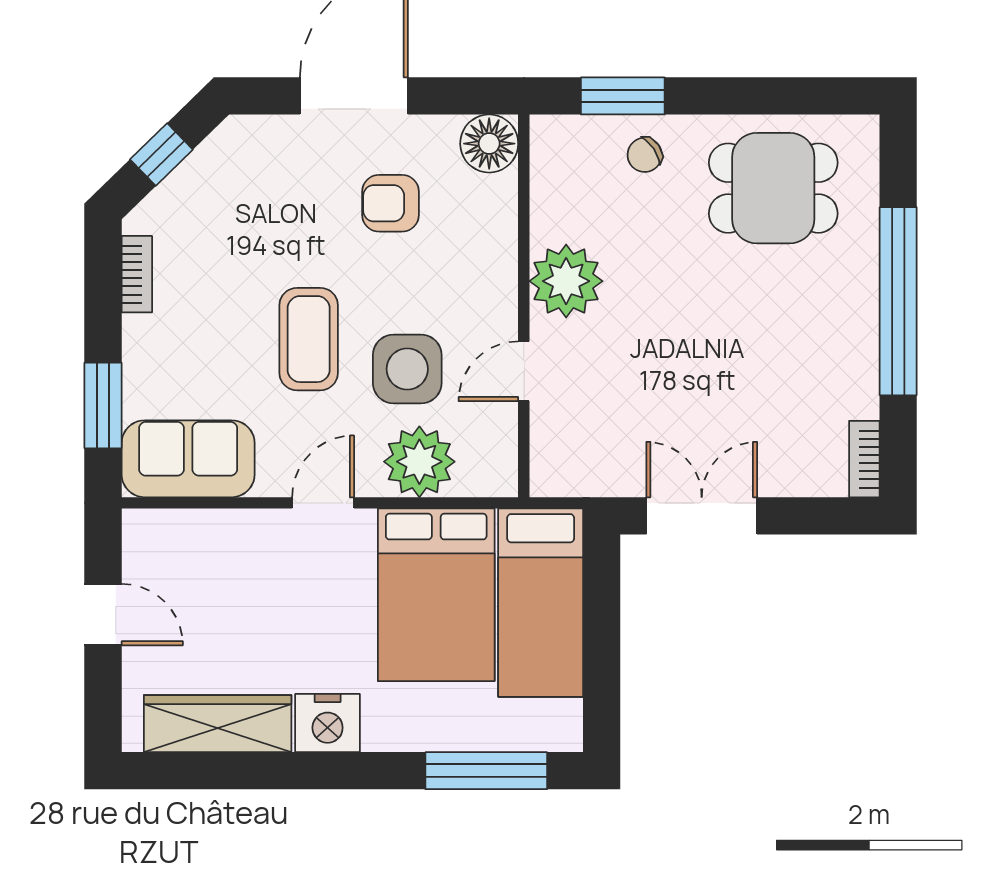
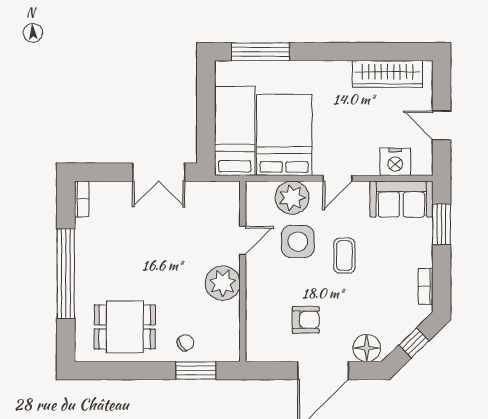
floor lamp: (489, 144) -> (367, 348), moved
coffee table: (309, 339) -> (344, 256), width x0.73, depth x0.77
nightstand: (328, 723) -> (395, 162), moved, turned 180

